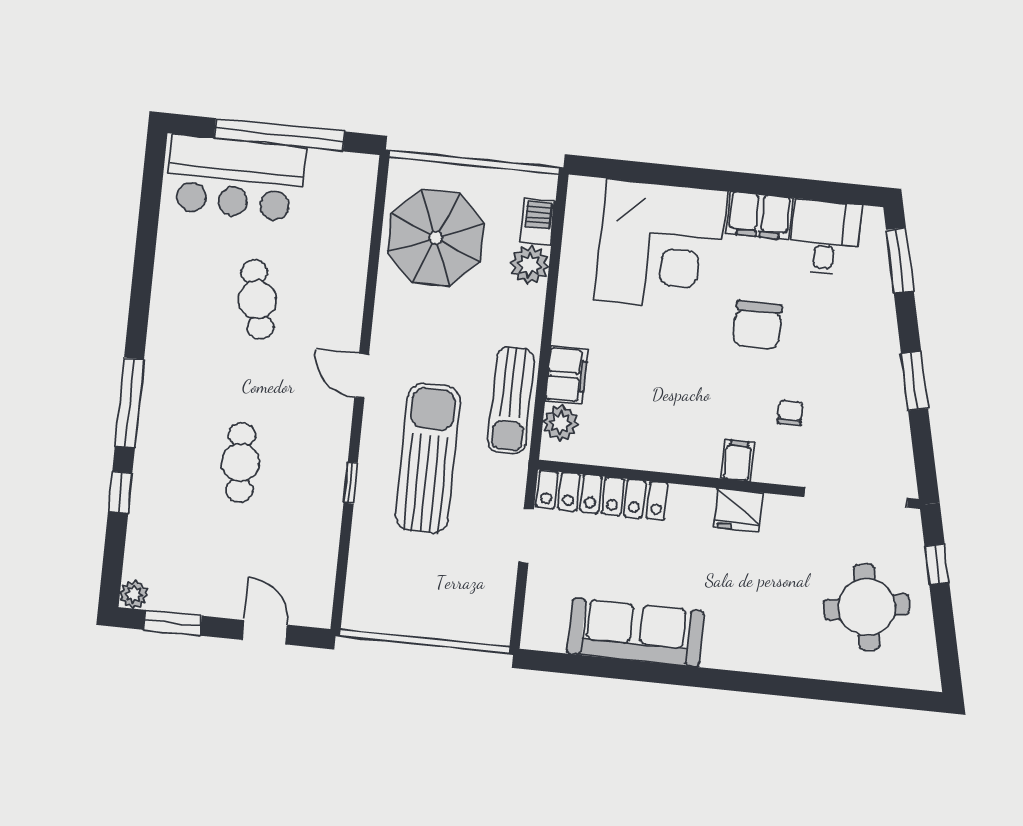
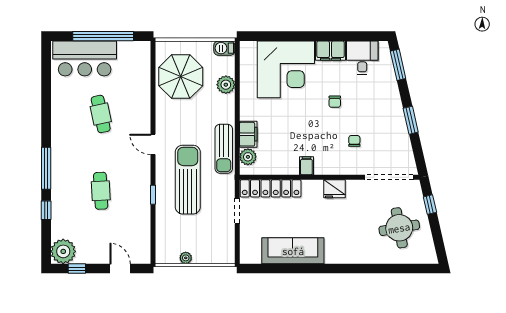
barbecue: (538, 221) -> (224, 48), moved, turned -90
chair: (757, 325) -> (335, 102), width x0.54, depth x0.54
filing cabinet: (738, 460) -> (306, 166), moved
plant: (134, 594) -> (63, 251), width x1.87, depth x1.87
window: (173, 623) -> (77, 269), width x0.67
plant: (406, 624) -> (186, 258), added

